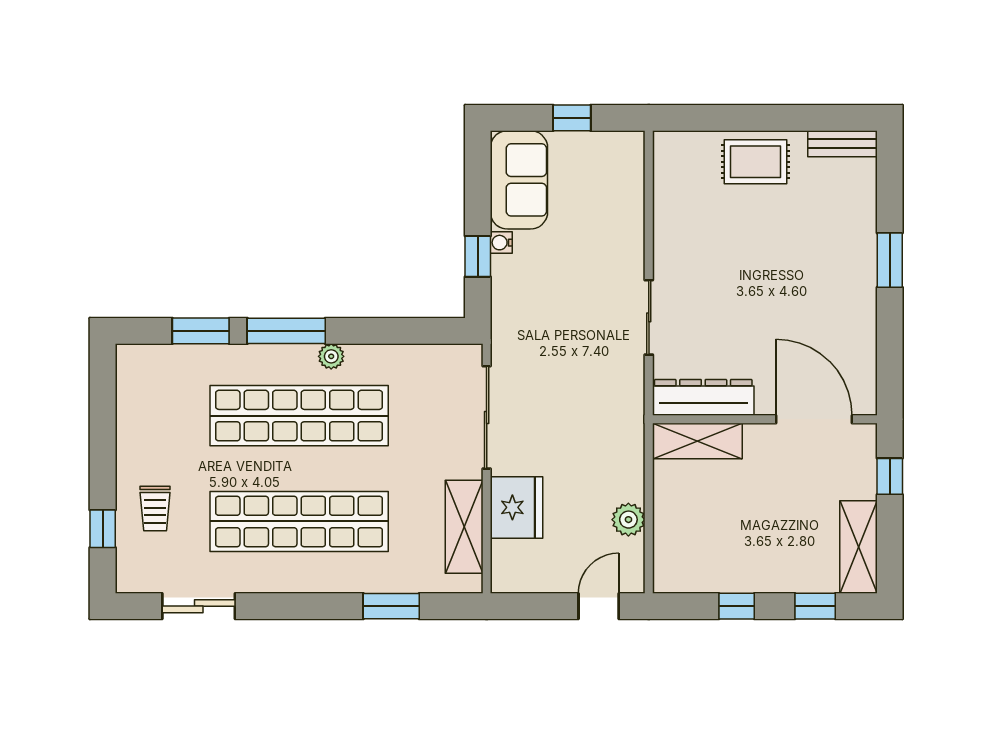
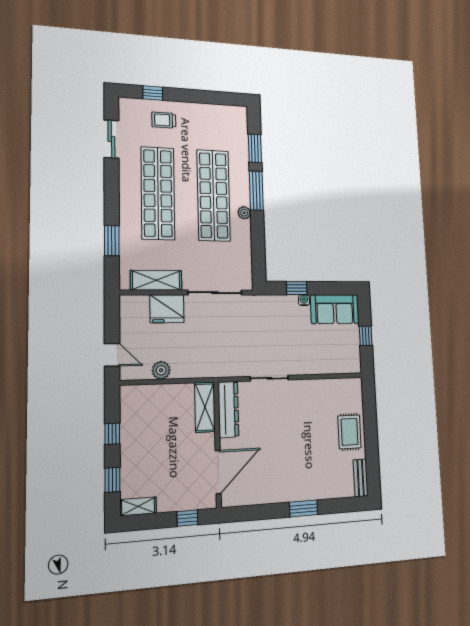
shelving: (858, 547) -> (138, 506), width x0.67, depth x0.75

